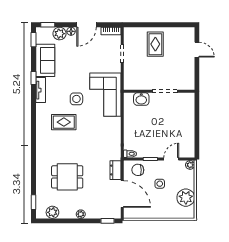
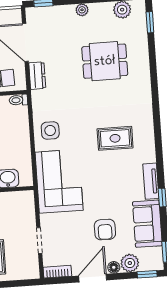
armchair: (75, 58) -> (105, 230), added
side table: (76, 99) -> (50, 130), moved

